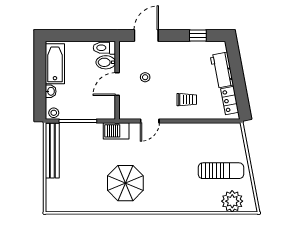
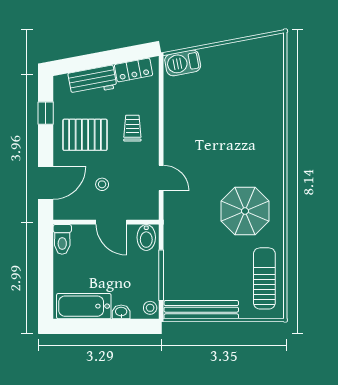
door: (146, 35) -> (46, 183), swing flipped
bidet: (106, 62) -> (146, 237), moved
pallet: (182, 65) -> (85, 135), added
barbecue: (116, 131) -> (183, 63), moved, turned 79
sun lounger: (221, 171) -> (264, 278), moved
plant: (232, 201) -> (270, 67), removed

